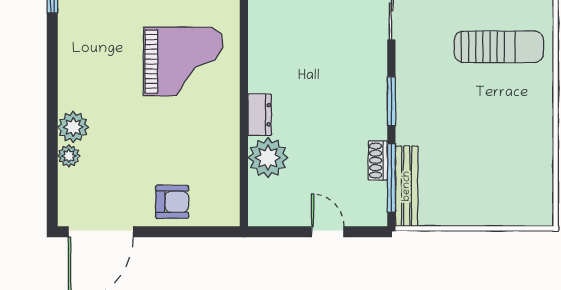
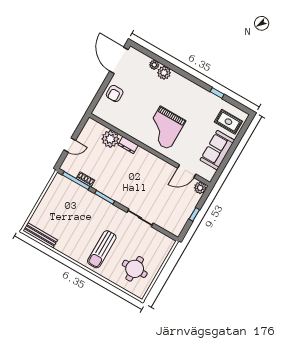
bench: (407, 186) -> (40, 235), moved

